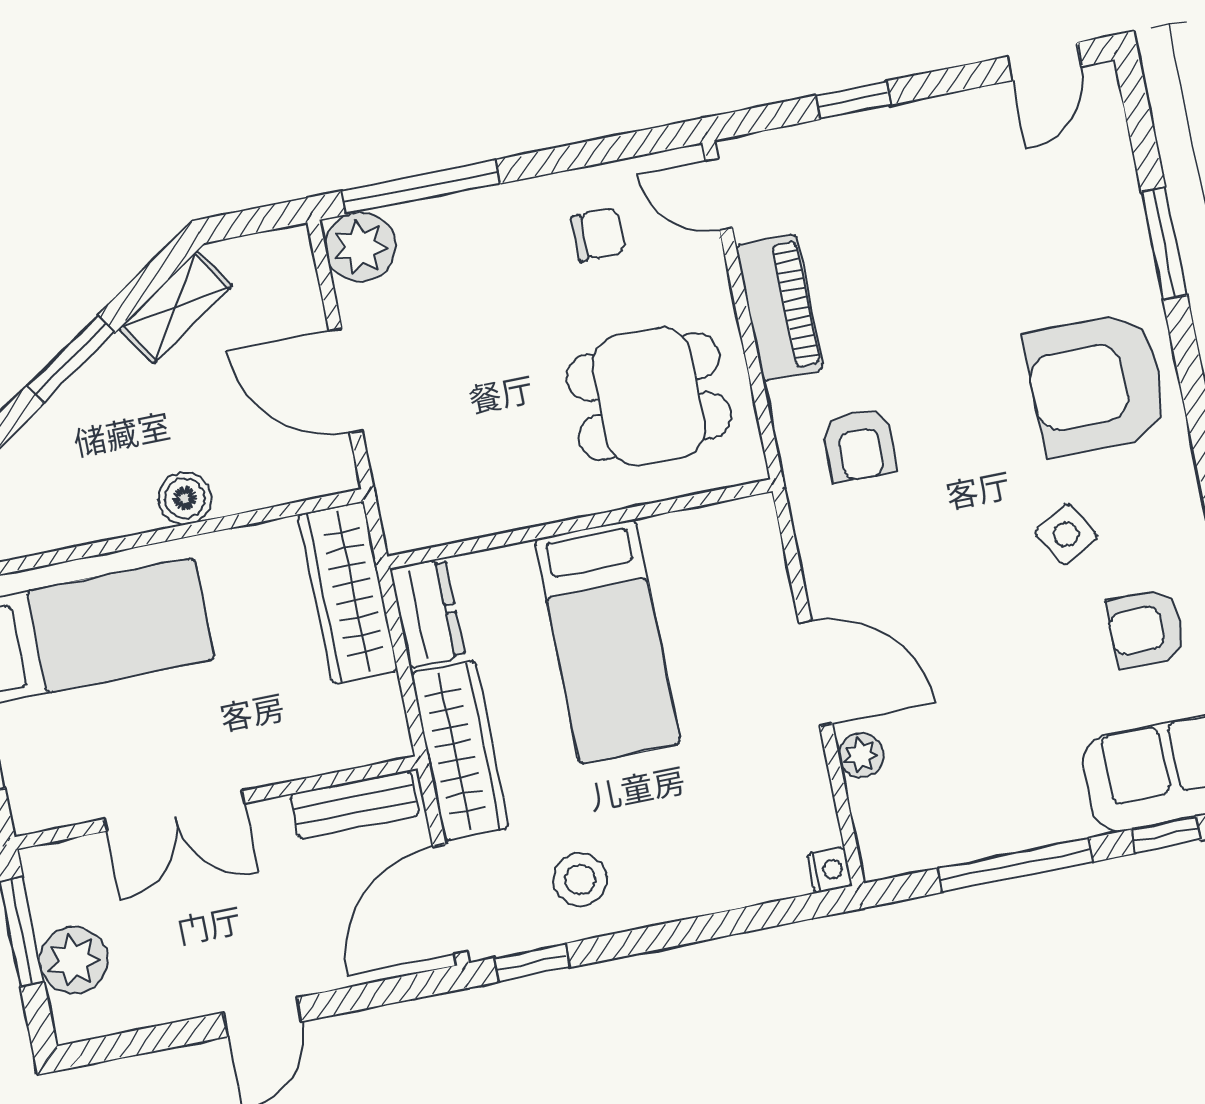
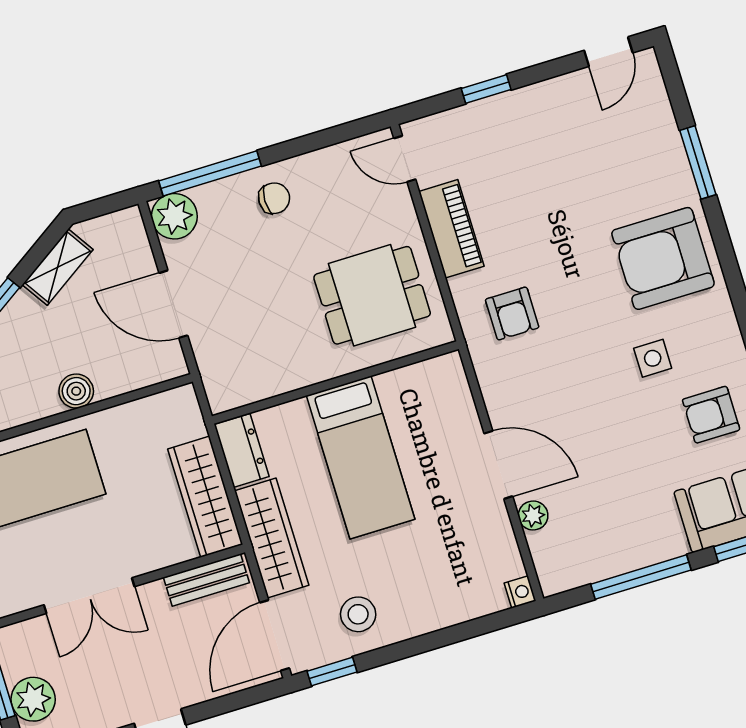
chair: (598, 234) -> (274, 198), moved
side table: (1066, 534) -> (653, 358), turned 30
wardrobe: (348, 593) -> (205, 497), moved

